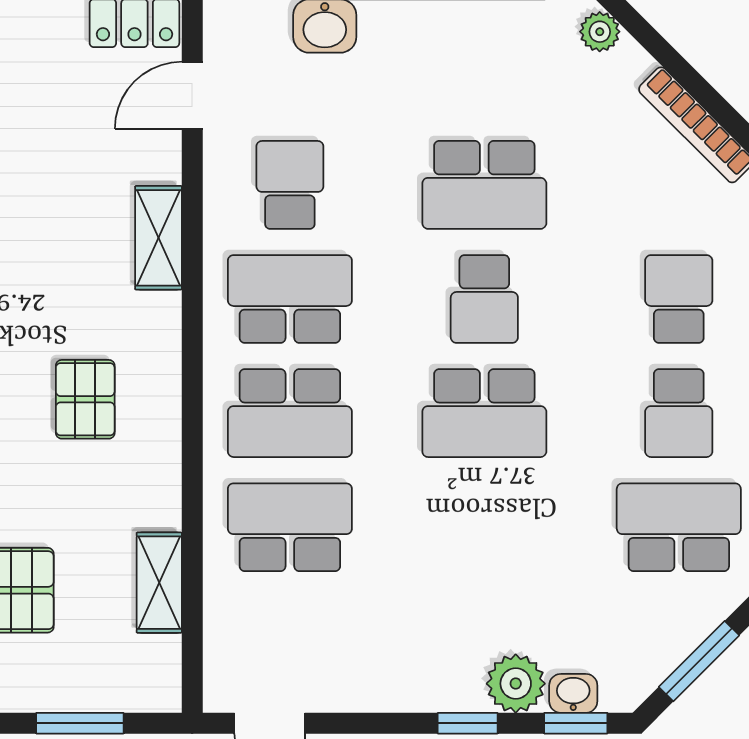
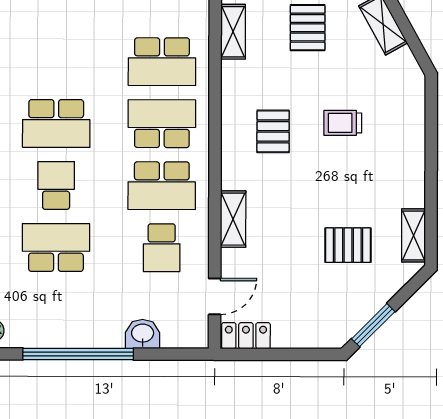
school desk: (484, 413) -> (56, 123), turned 180

